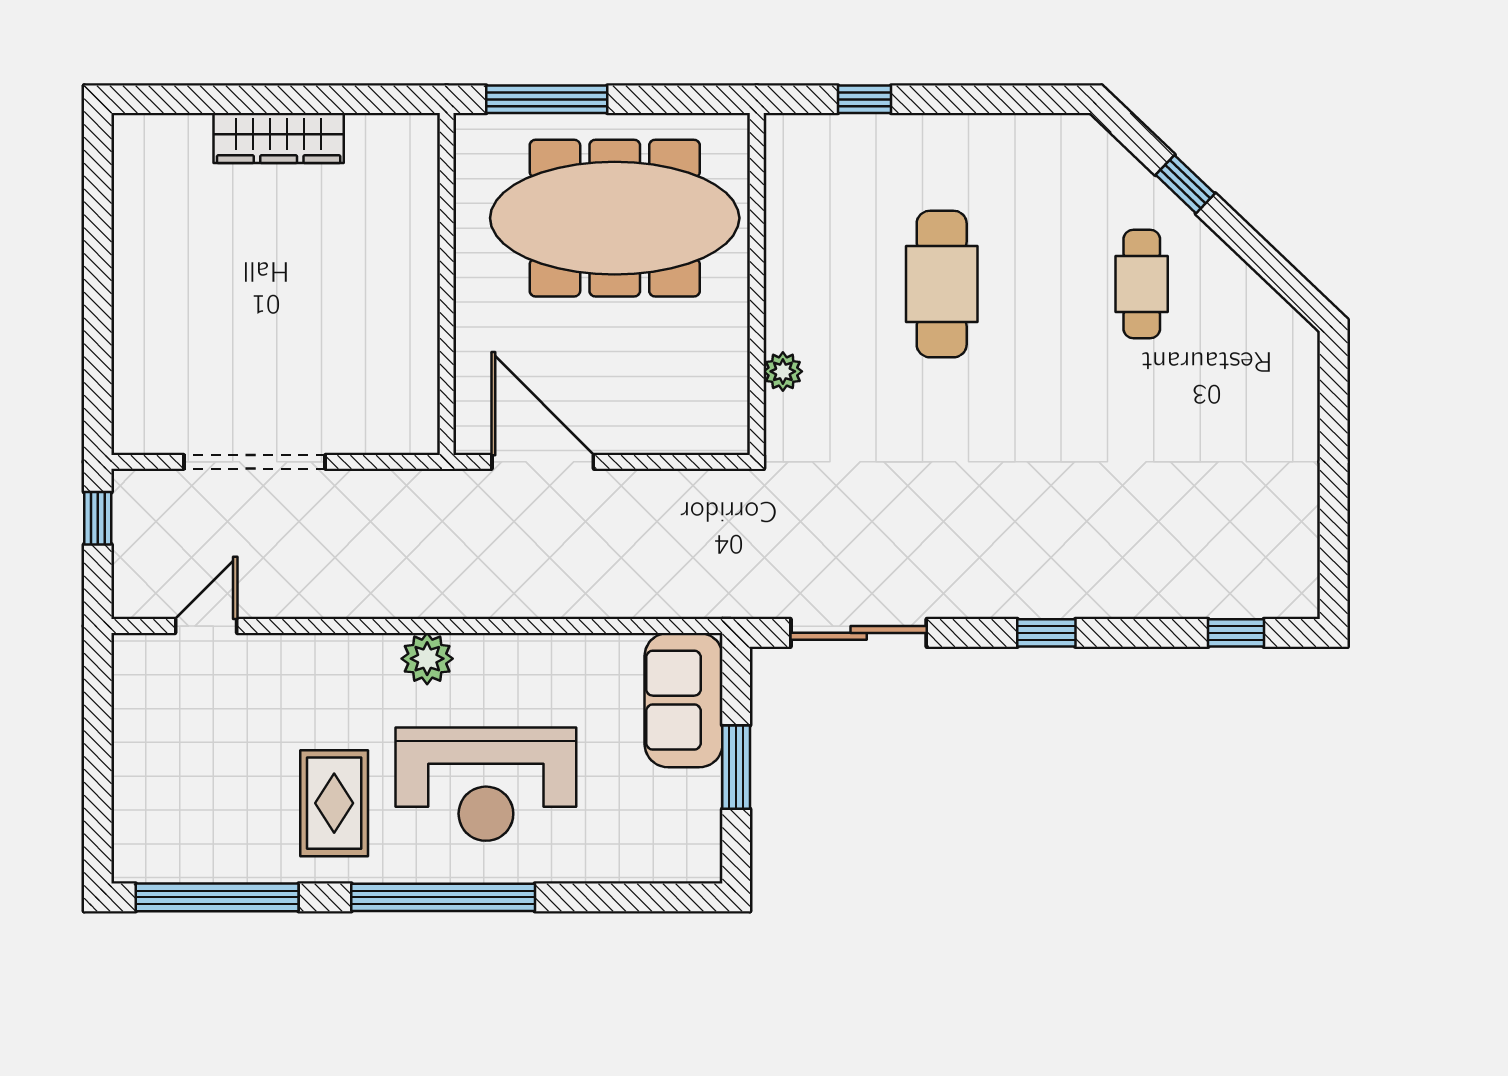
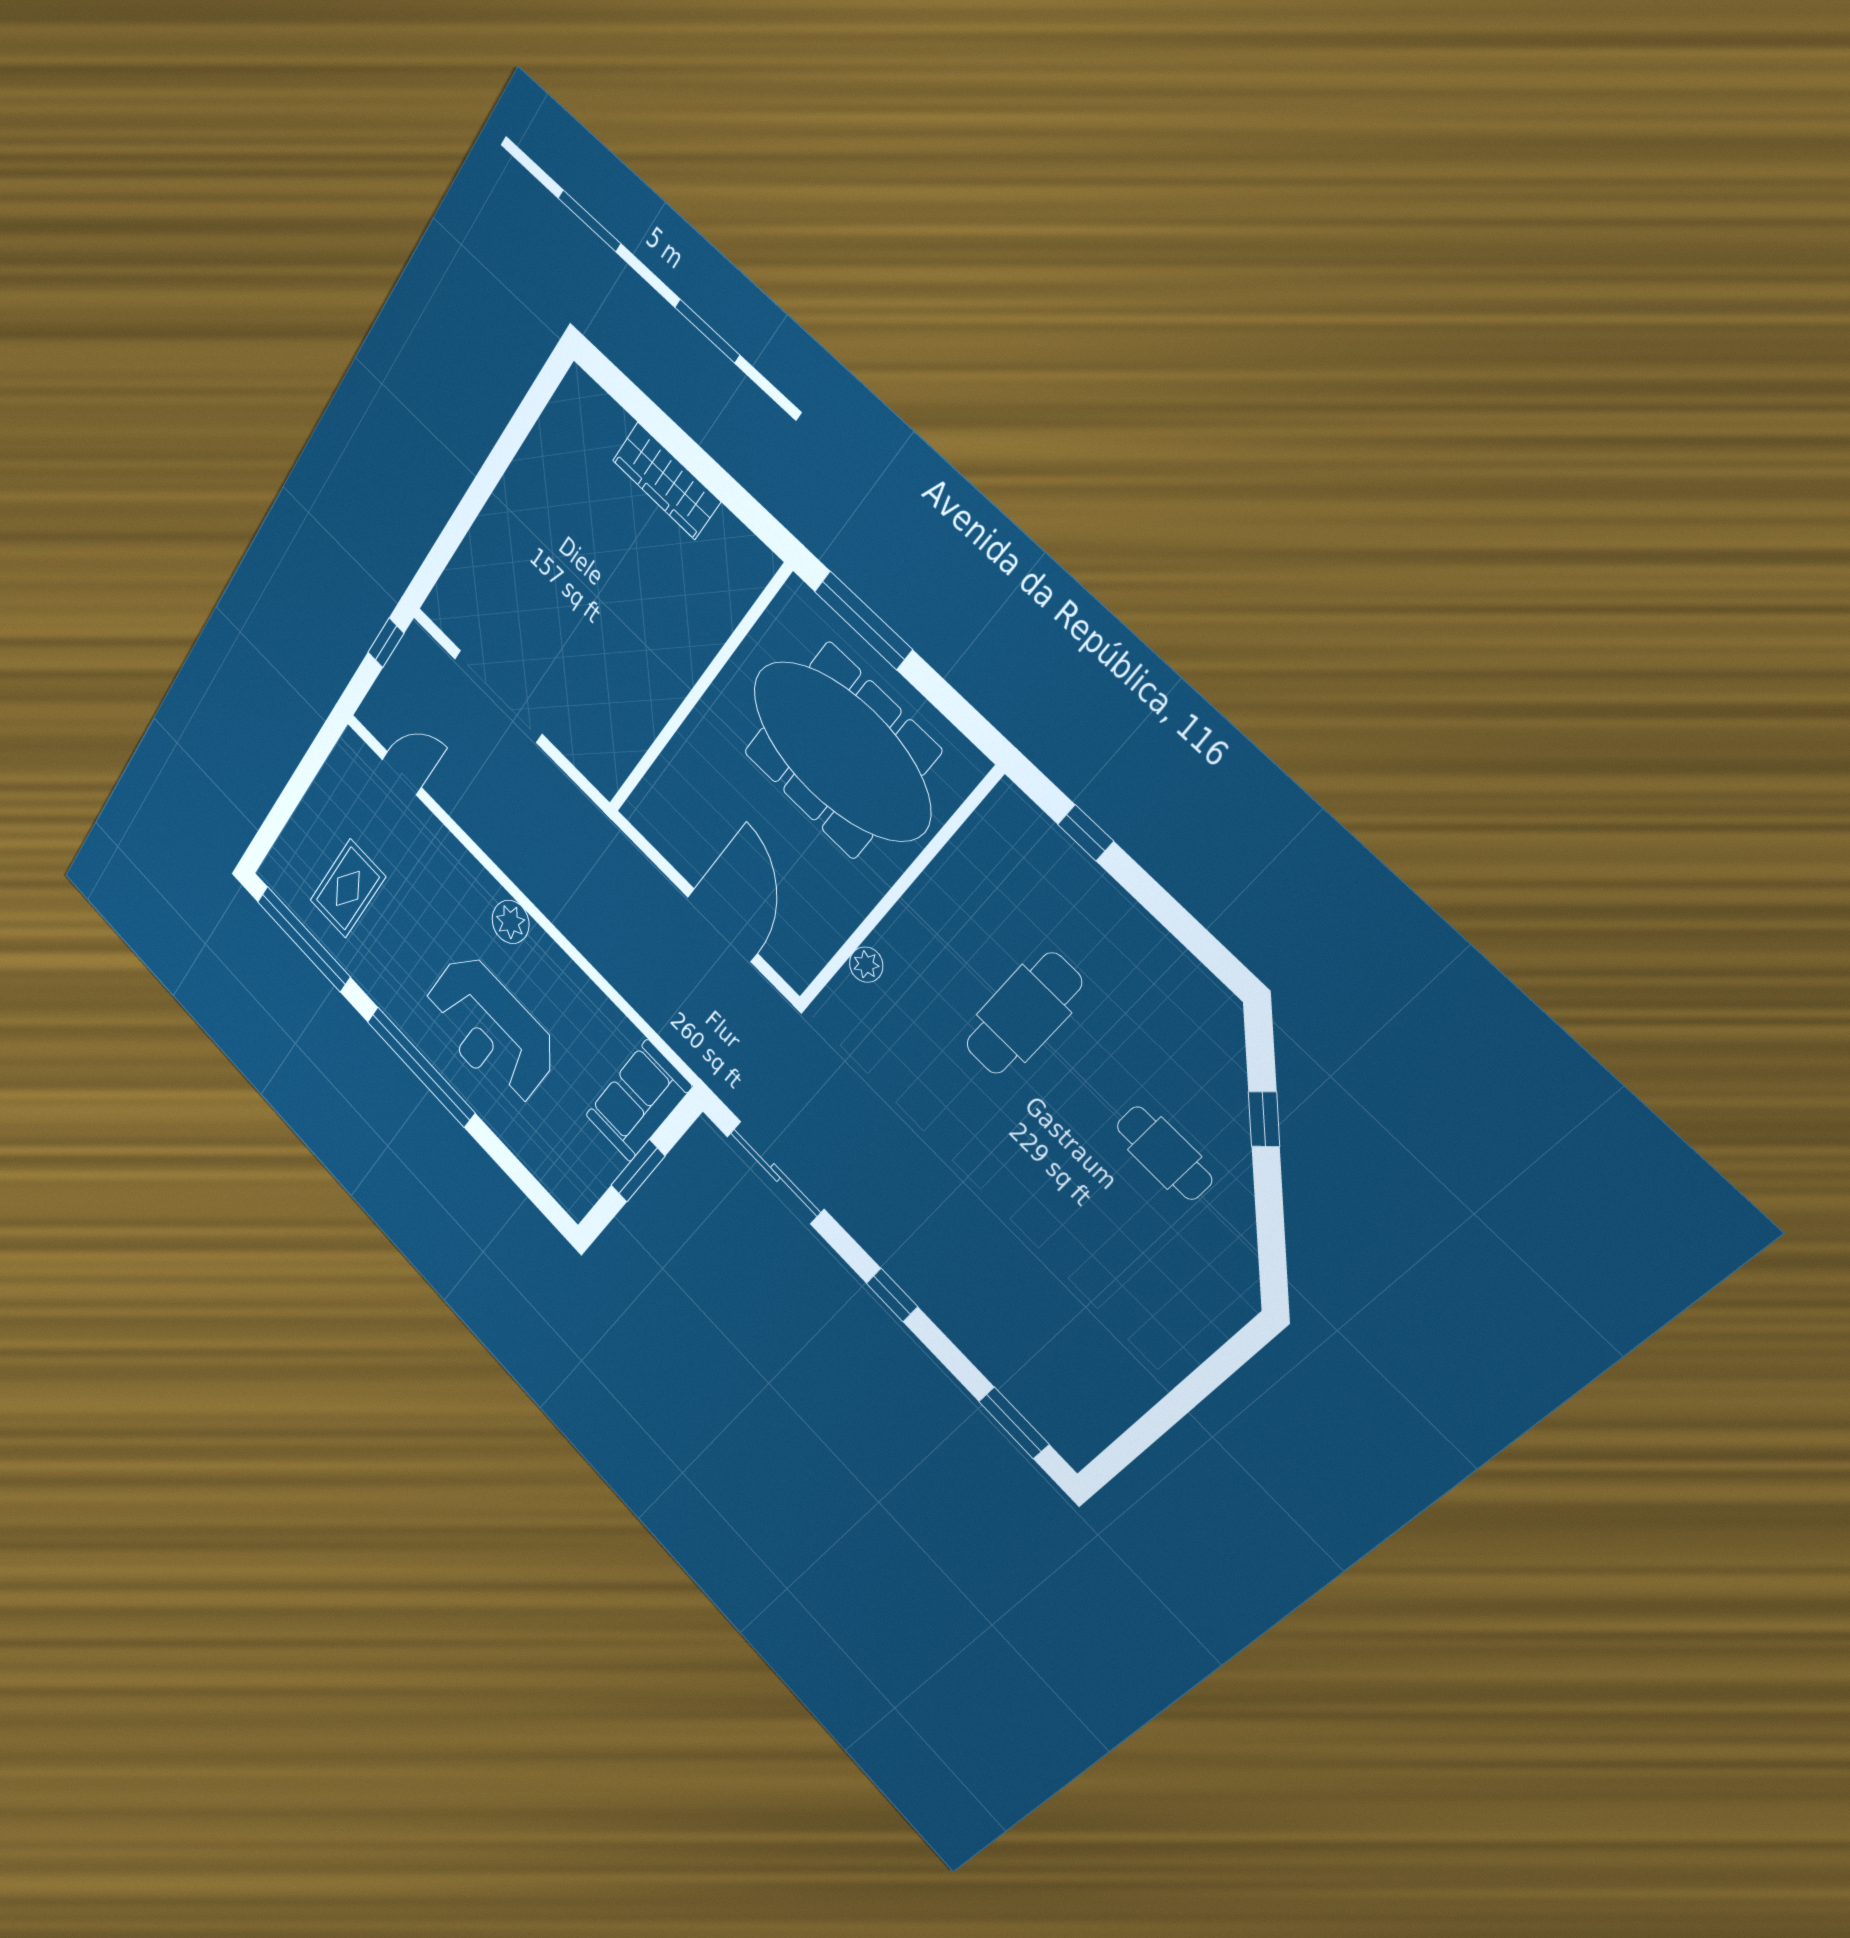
cafe table: (1142, 284) -> (1164, 1153), turned 90
door: (543, 462) -> (722, 925), moved
window: (1236, 633) -> (1014, 1423), width x1.50
rug: (334, 803) -> (348, 888), moved

